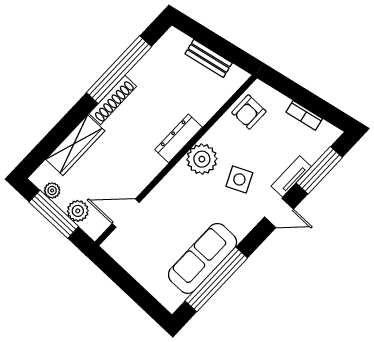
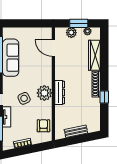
window: (119, 70) -> (104, 97), width x0.32
door: (126, 213) -> (53, 48), swing flipped
window: (54, 214) -> (79, 23), width x0.69

